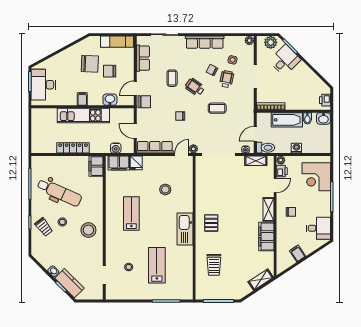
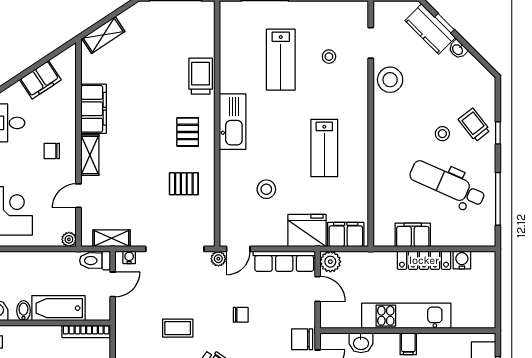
plant: (128, 147) -> (330, 262), added
water cooler: (116, 148) -> (462, 260), moved
washing machine: (296, 148) -> (42, 260), removed
fridge: (136, 163) -> (307, 231), width x1.88, depth x1.34
filing cabinet: (96, 166) -> (413, 235), moved, turned -90
printer: (282, 171) -> (67, 221), removed
pallet: (214, 193) -> (184, 184), added
stool: (88, 230) -> (390, 80), moved
filing cabinet: (298, 253) -> (40, 80), width x2.00
trolley: (214, 265) -> (201, 76), moved

